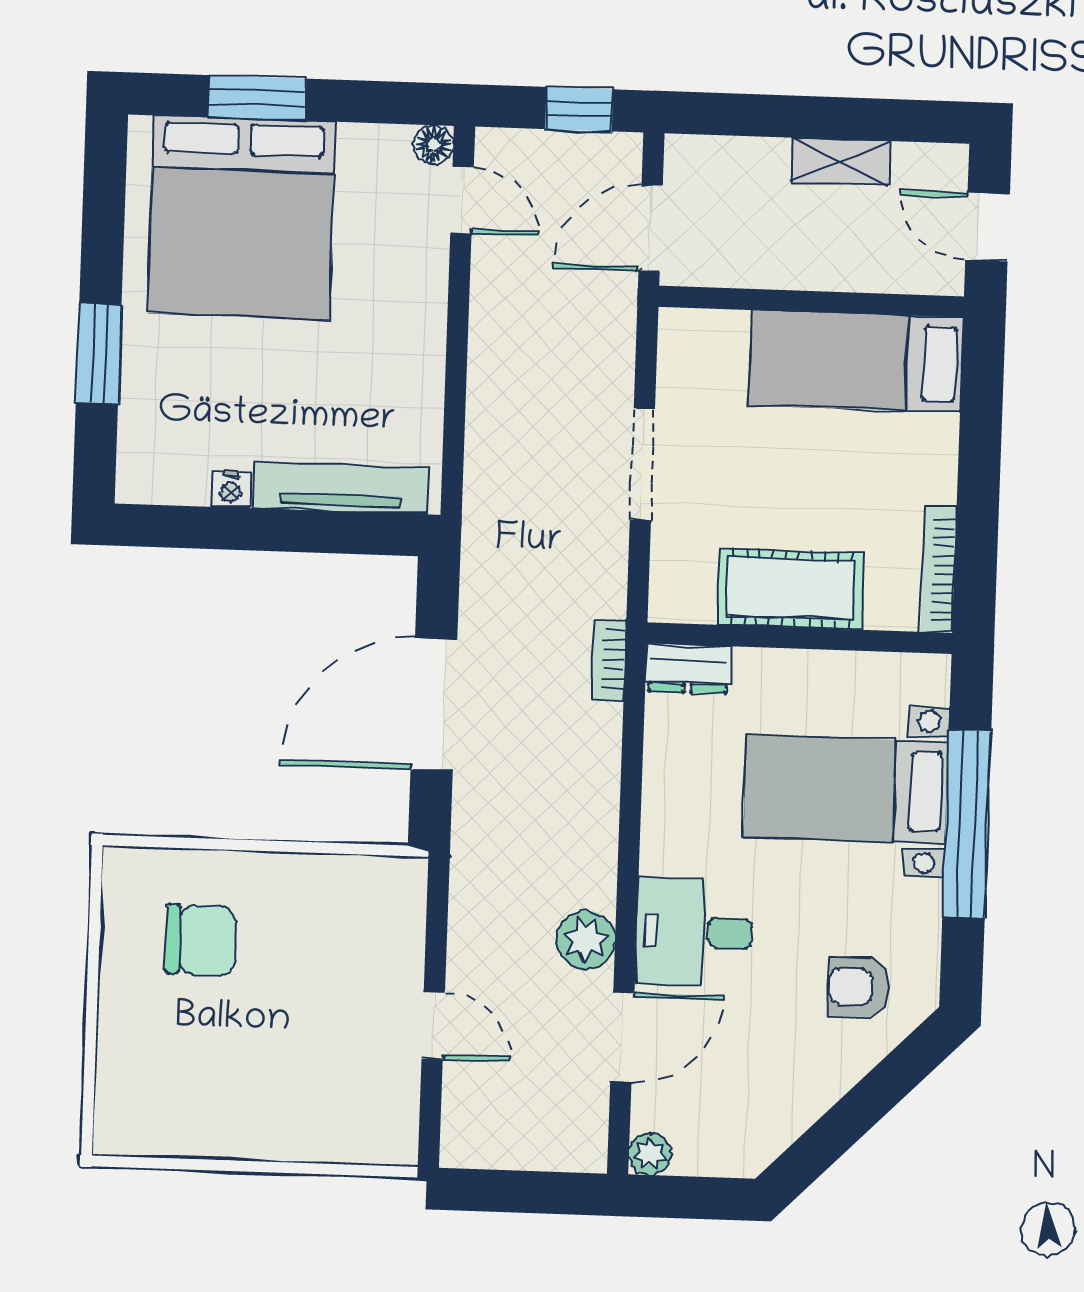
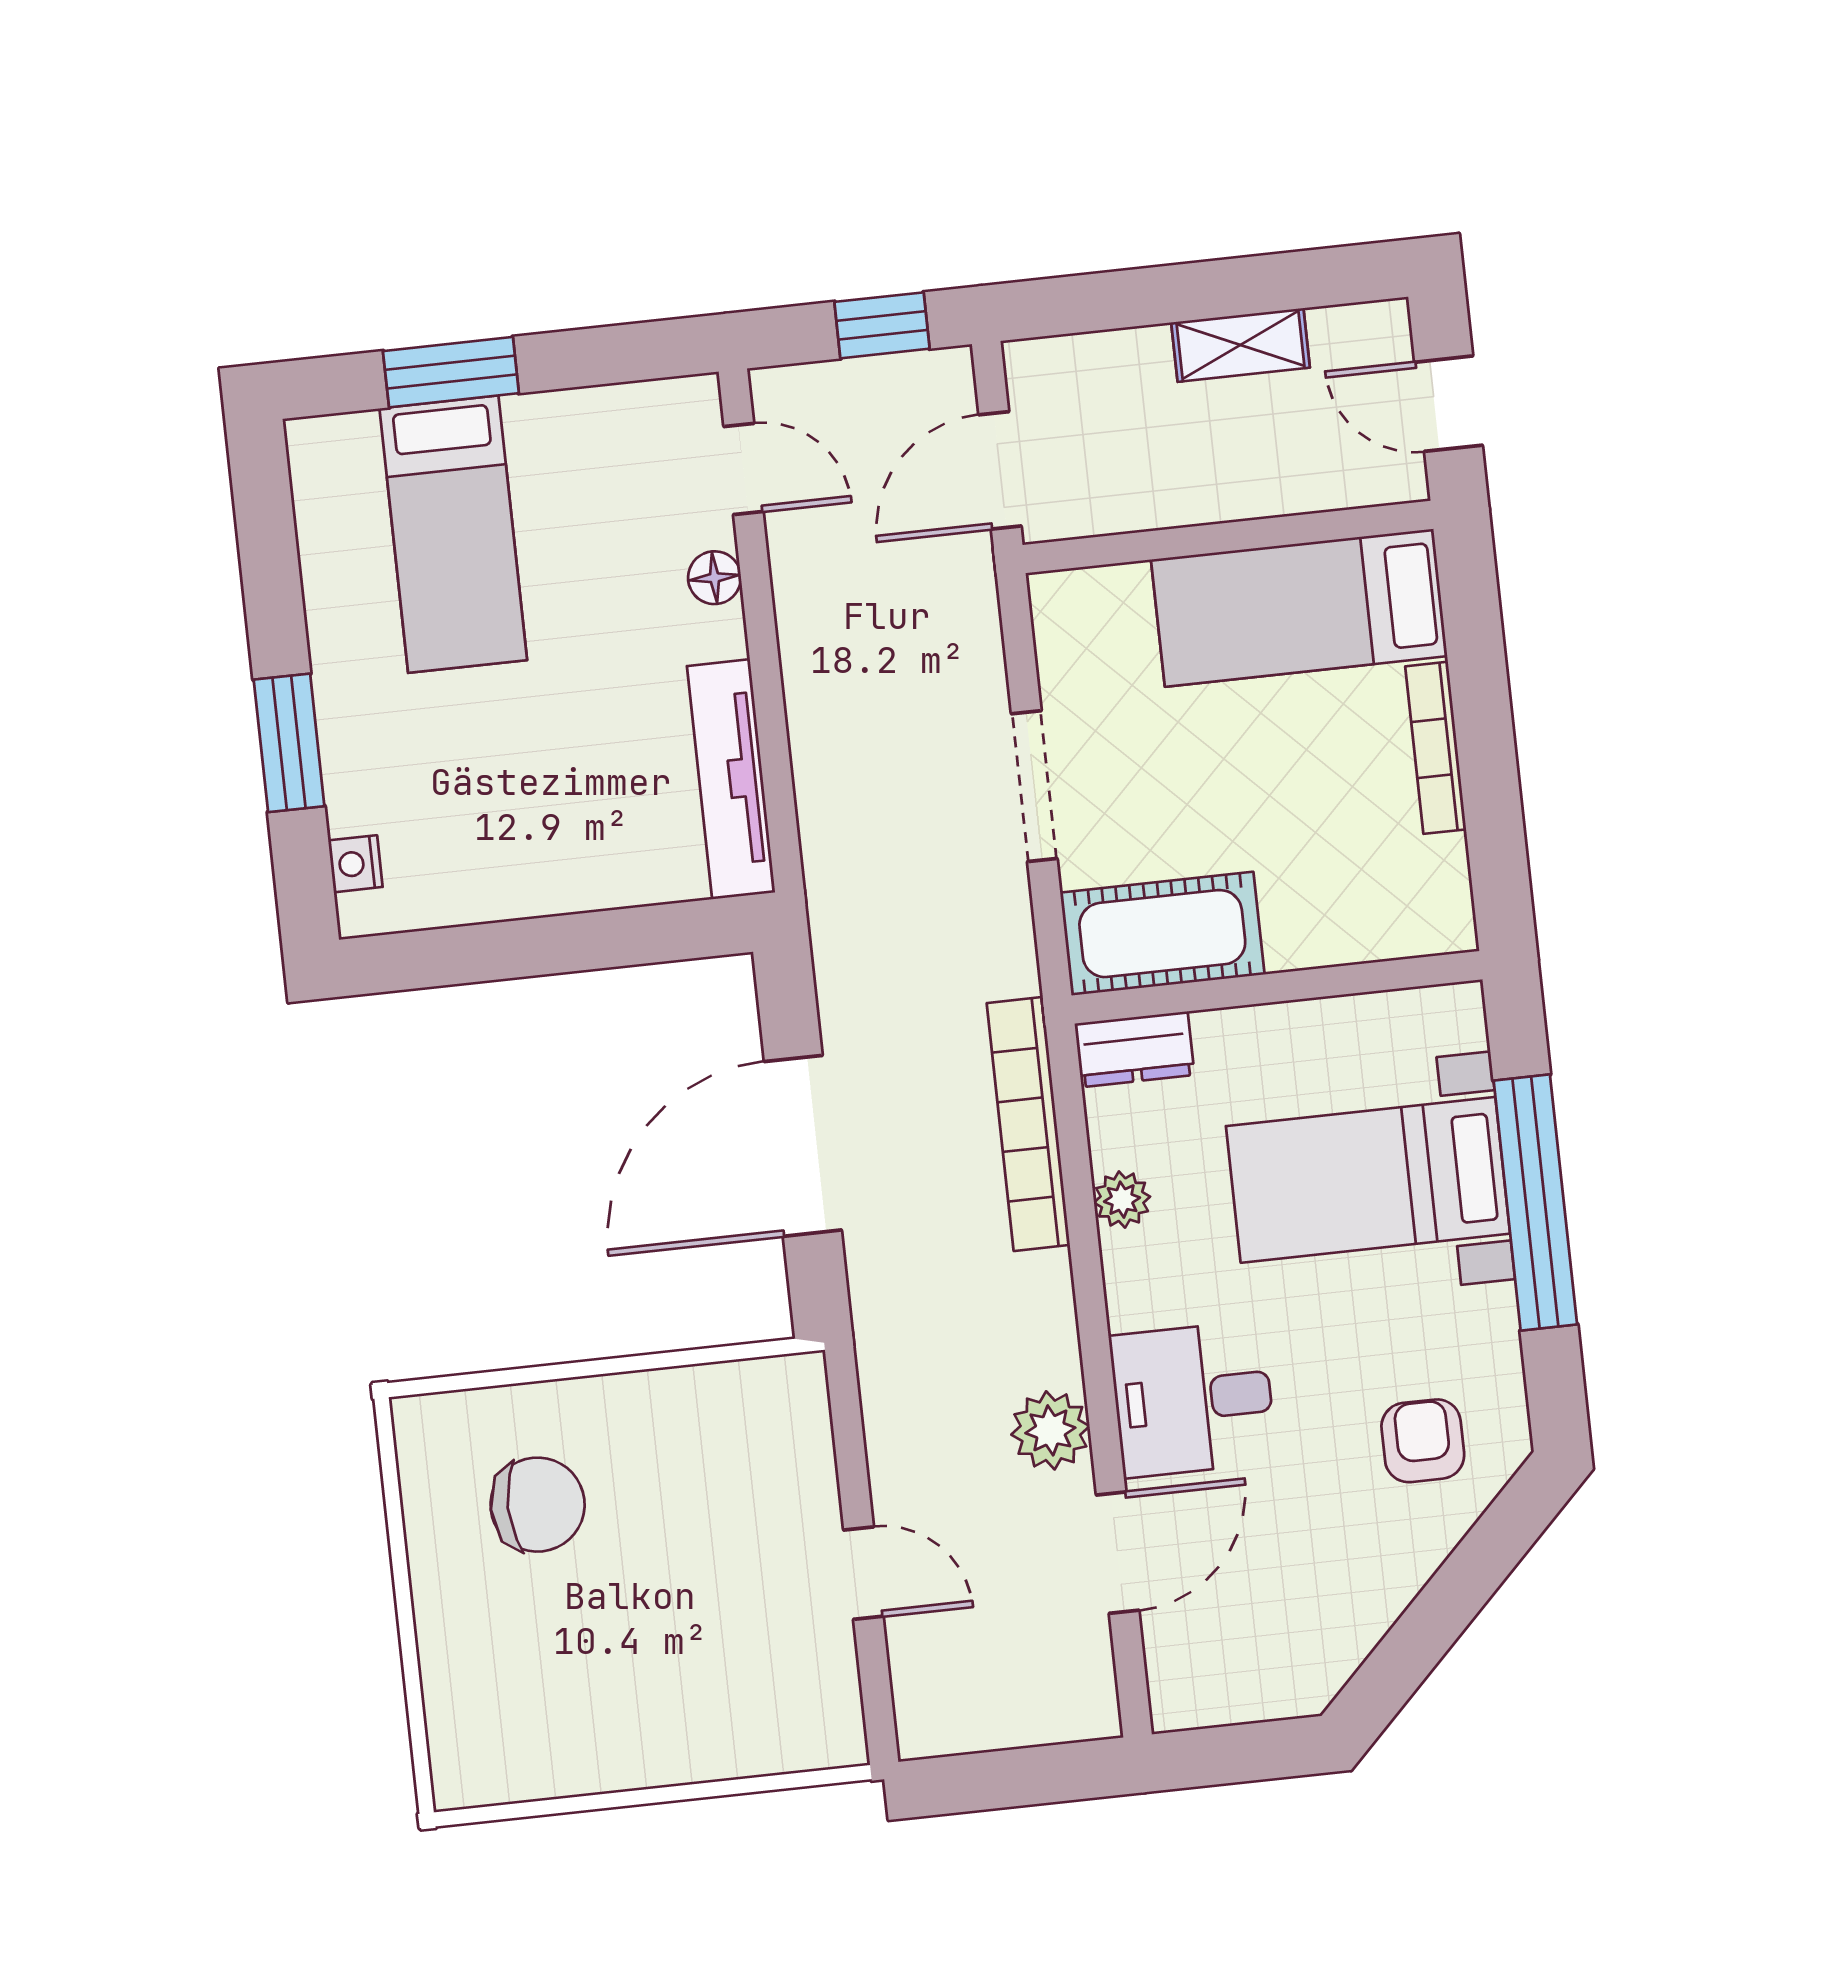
floor lamp: (434, 145) -> (714, 578), moved
bed: (242, 217) -> (453, 534), width x0.49
tv unit: (341, 488) -> (731, 779), moved, turned -90
nightstand: (231, 489) -> (355, 864), moved, turned 90
bookcase: (938, 570) -> (1436, 748), moved
cot: (791, 589) -> (1162, 934), moved
bookcase: (609, 660) -> (1028, 1124), width x2.31, depth x1.31
armchair: (859, 987) -> (1423, 1441), turned 90
plant: (650, 1154) -> (1122, 1200), moved

